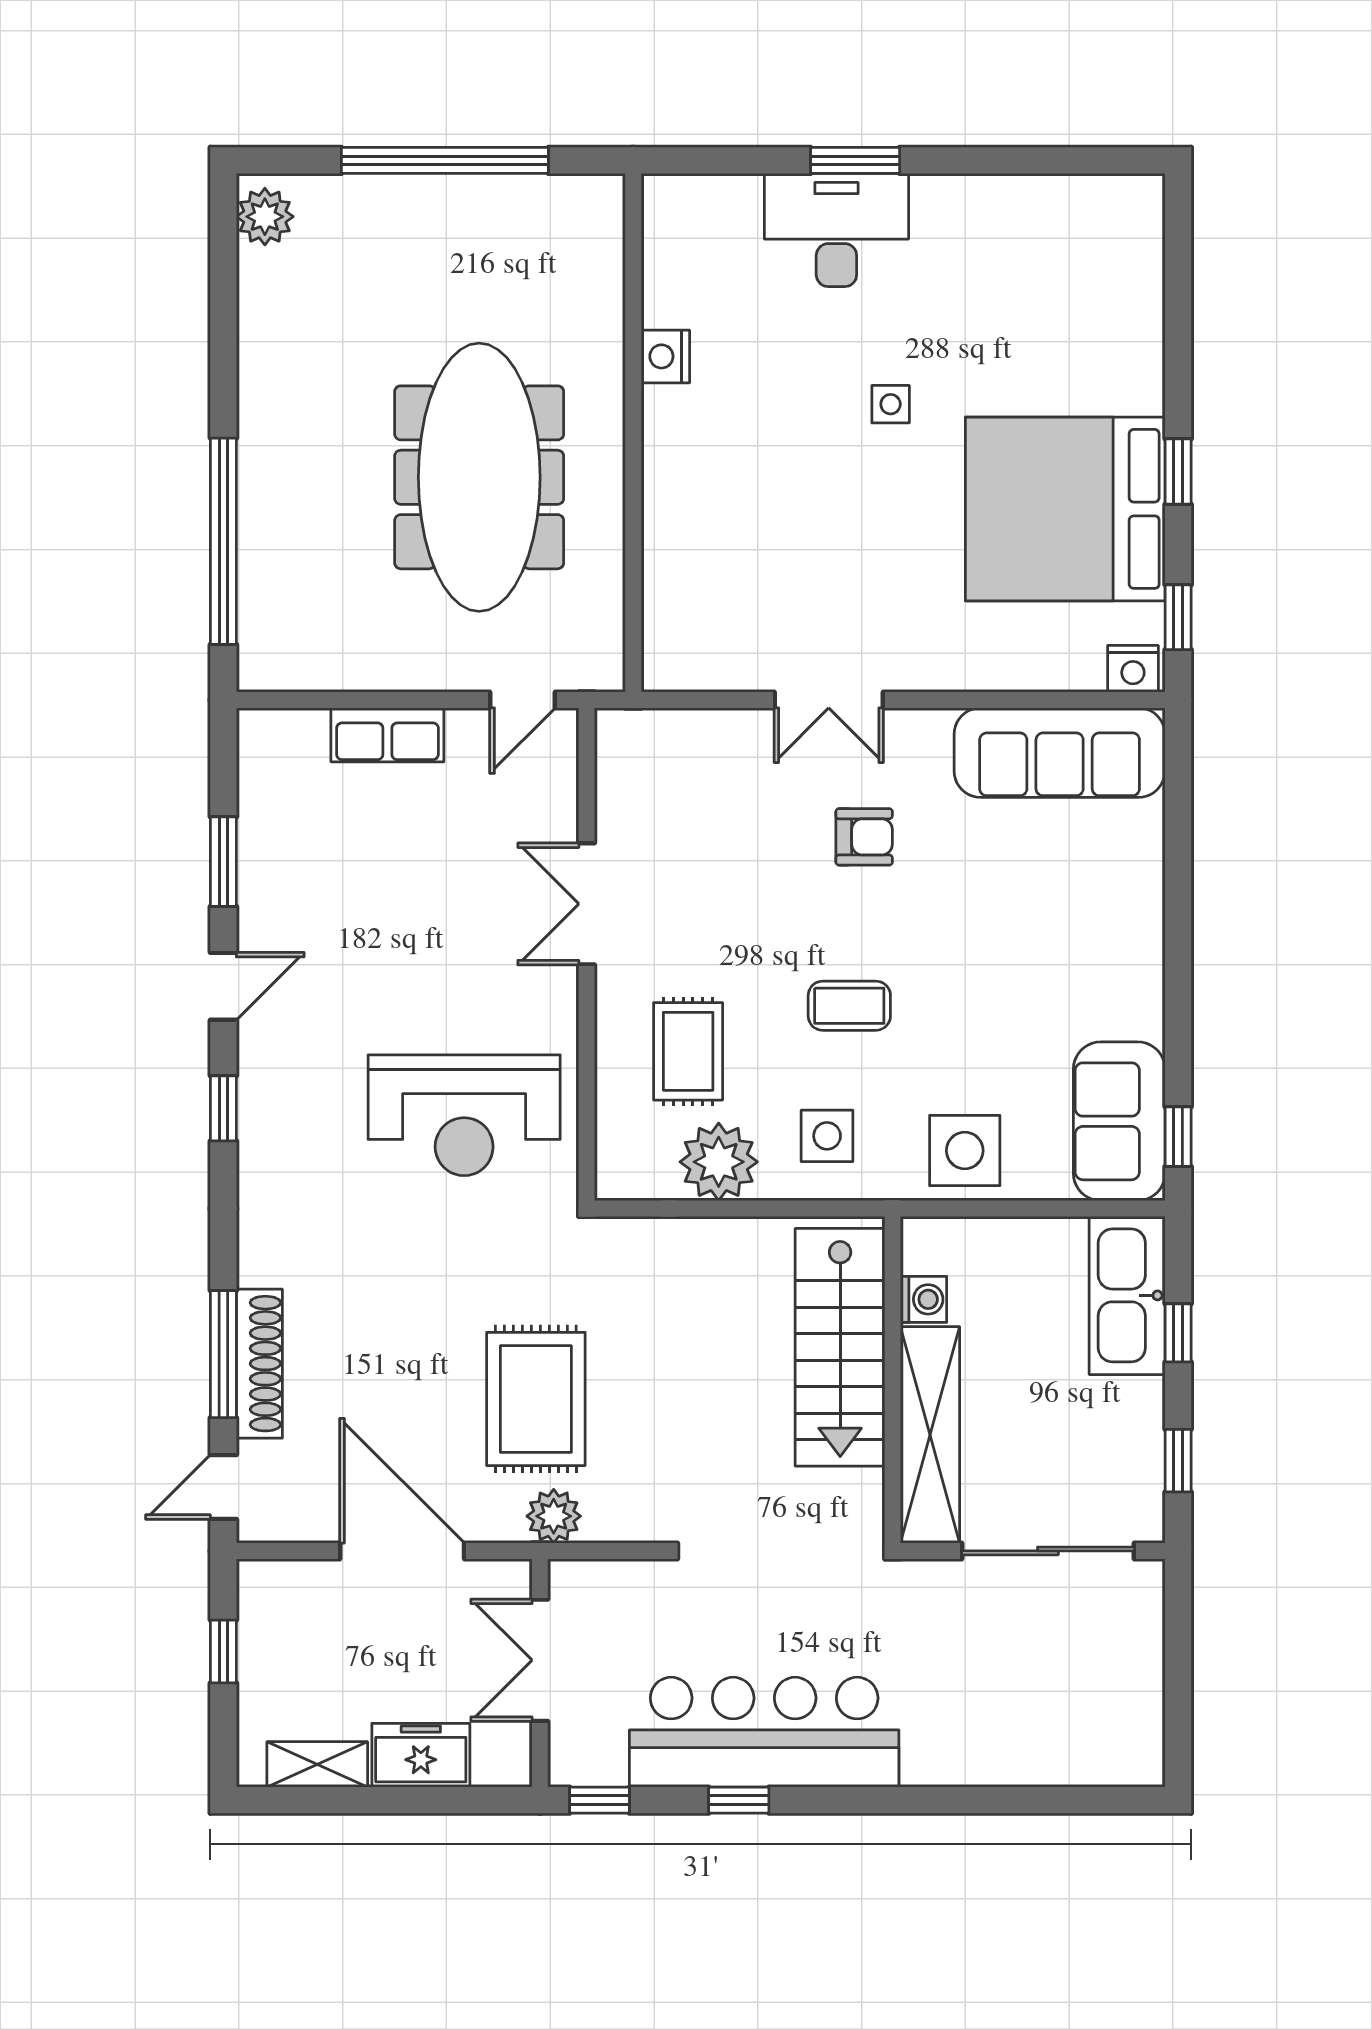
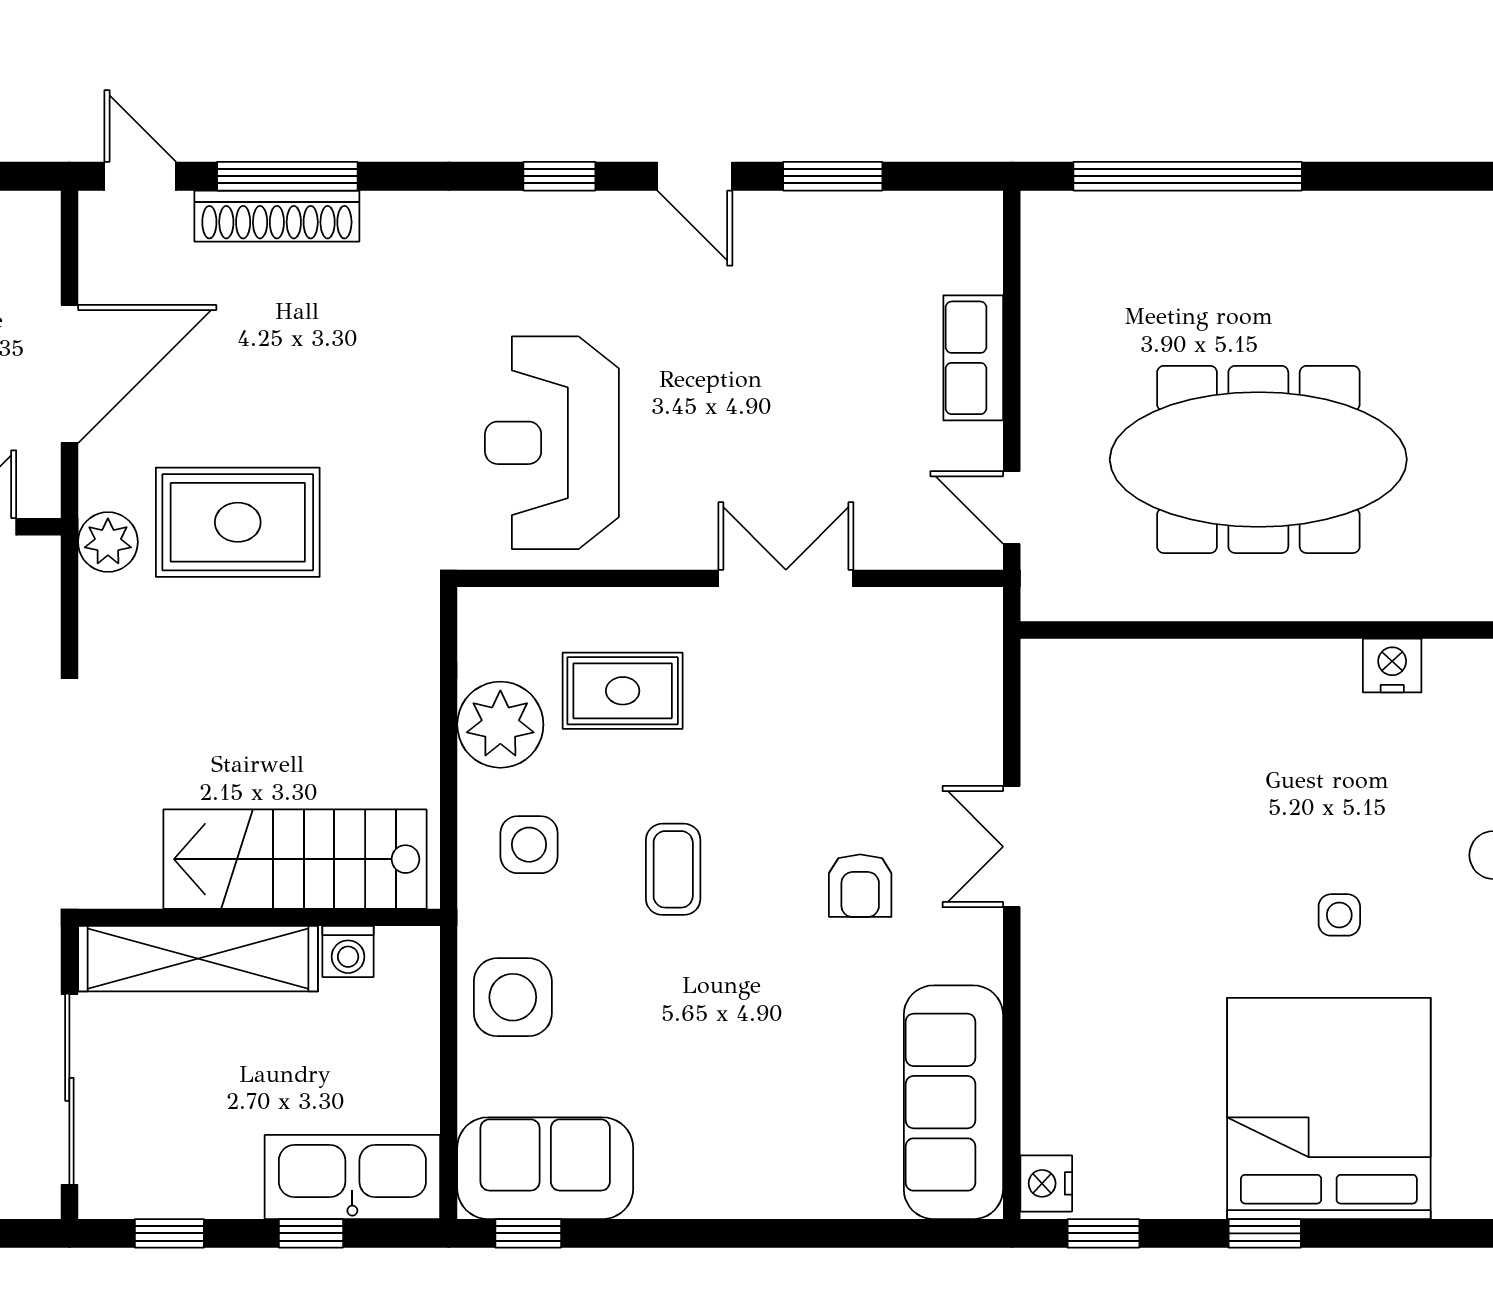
bed: (1065, 509) -> (1329, 1108), moved

